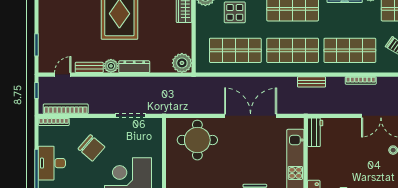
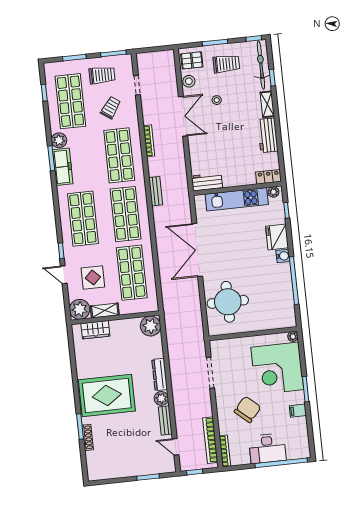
shelving: (202, 20) -> (105, 311), added

